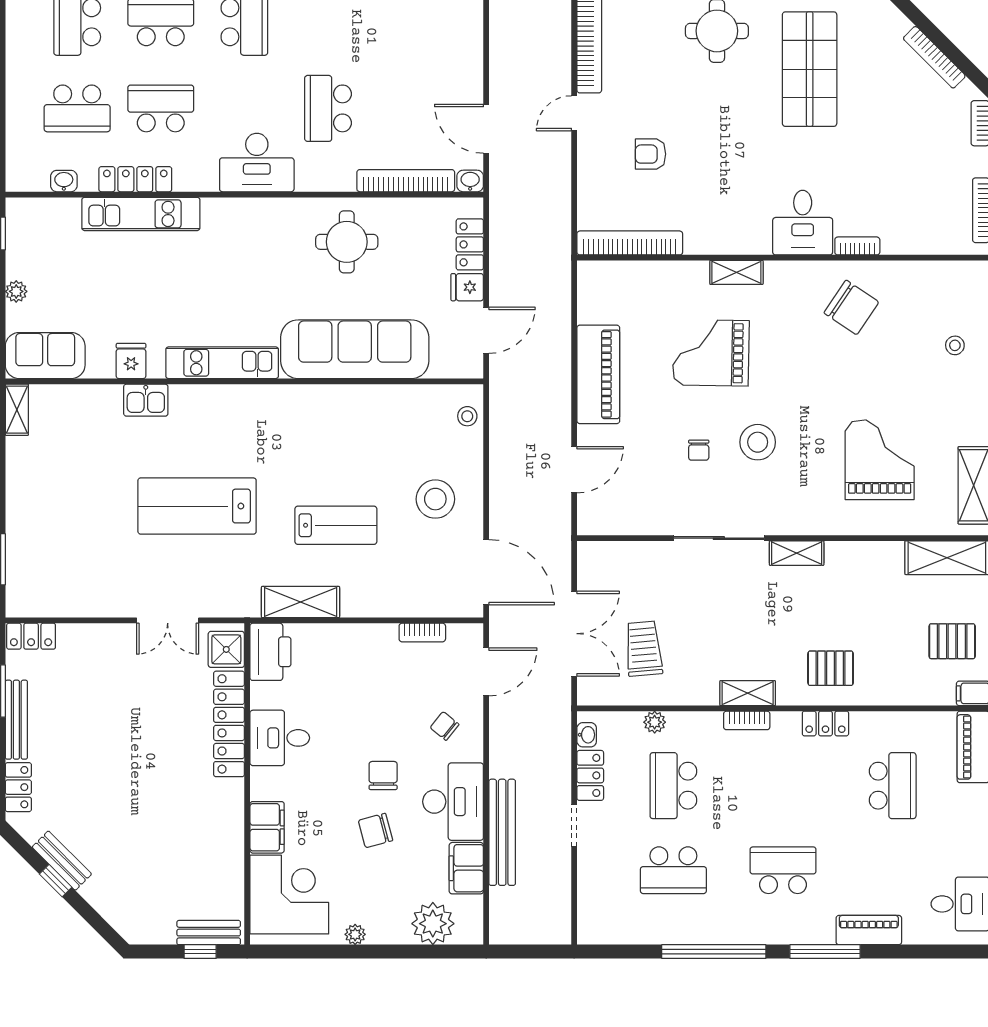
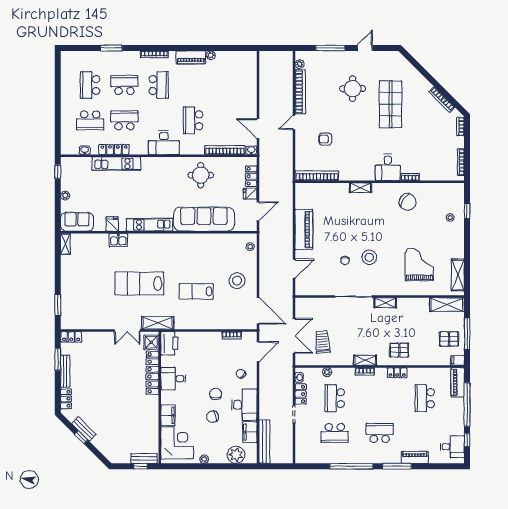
grand piano: (711, 353) -> (350, 221), removed
lab bench: (336, 525) -> (196, 291), turned 180
shelving: (301, 602) -> (158, 323), moved
school desk: (893, 786) -> (425, 398), turned 180
bench: (502, 832) -> (264, 442), moved

